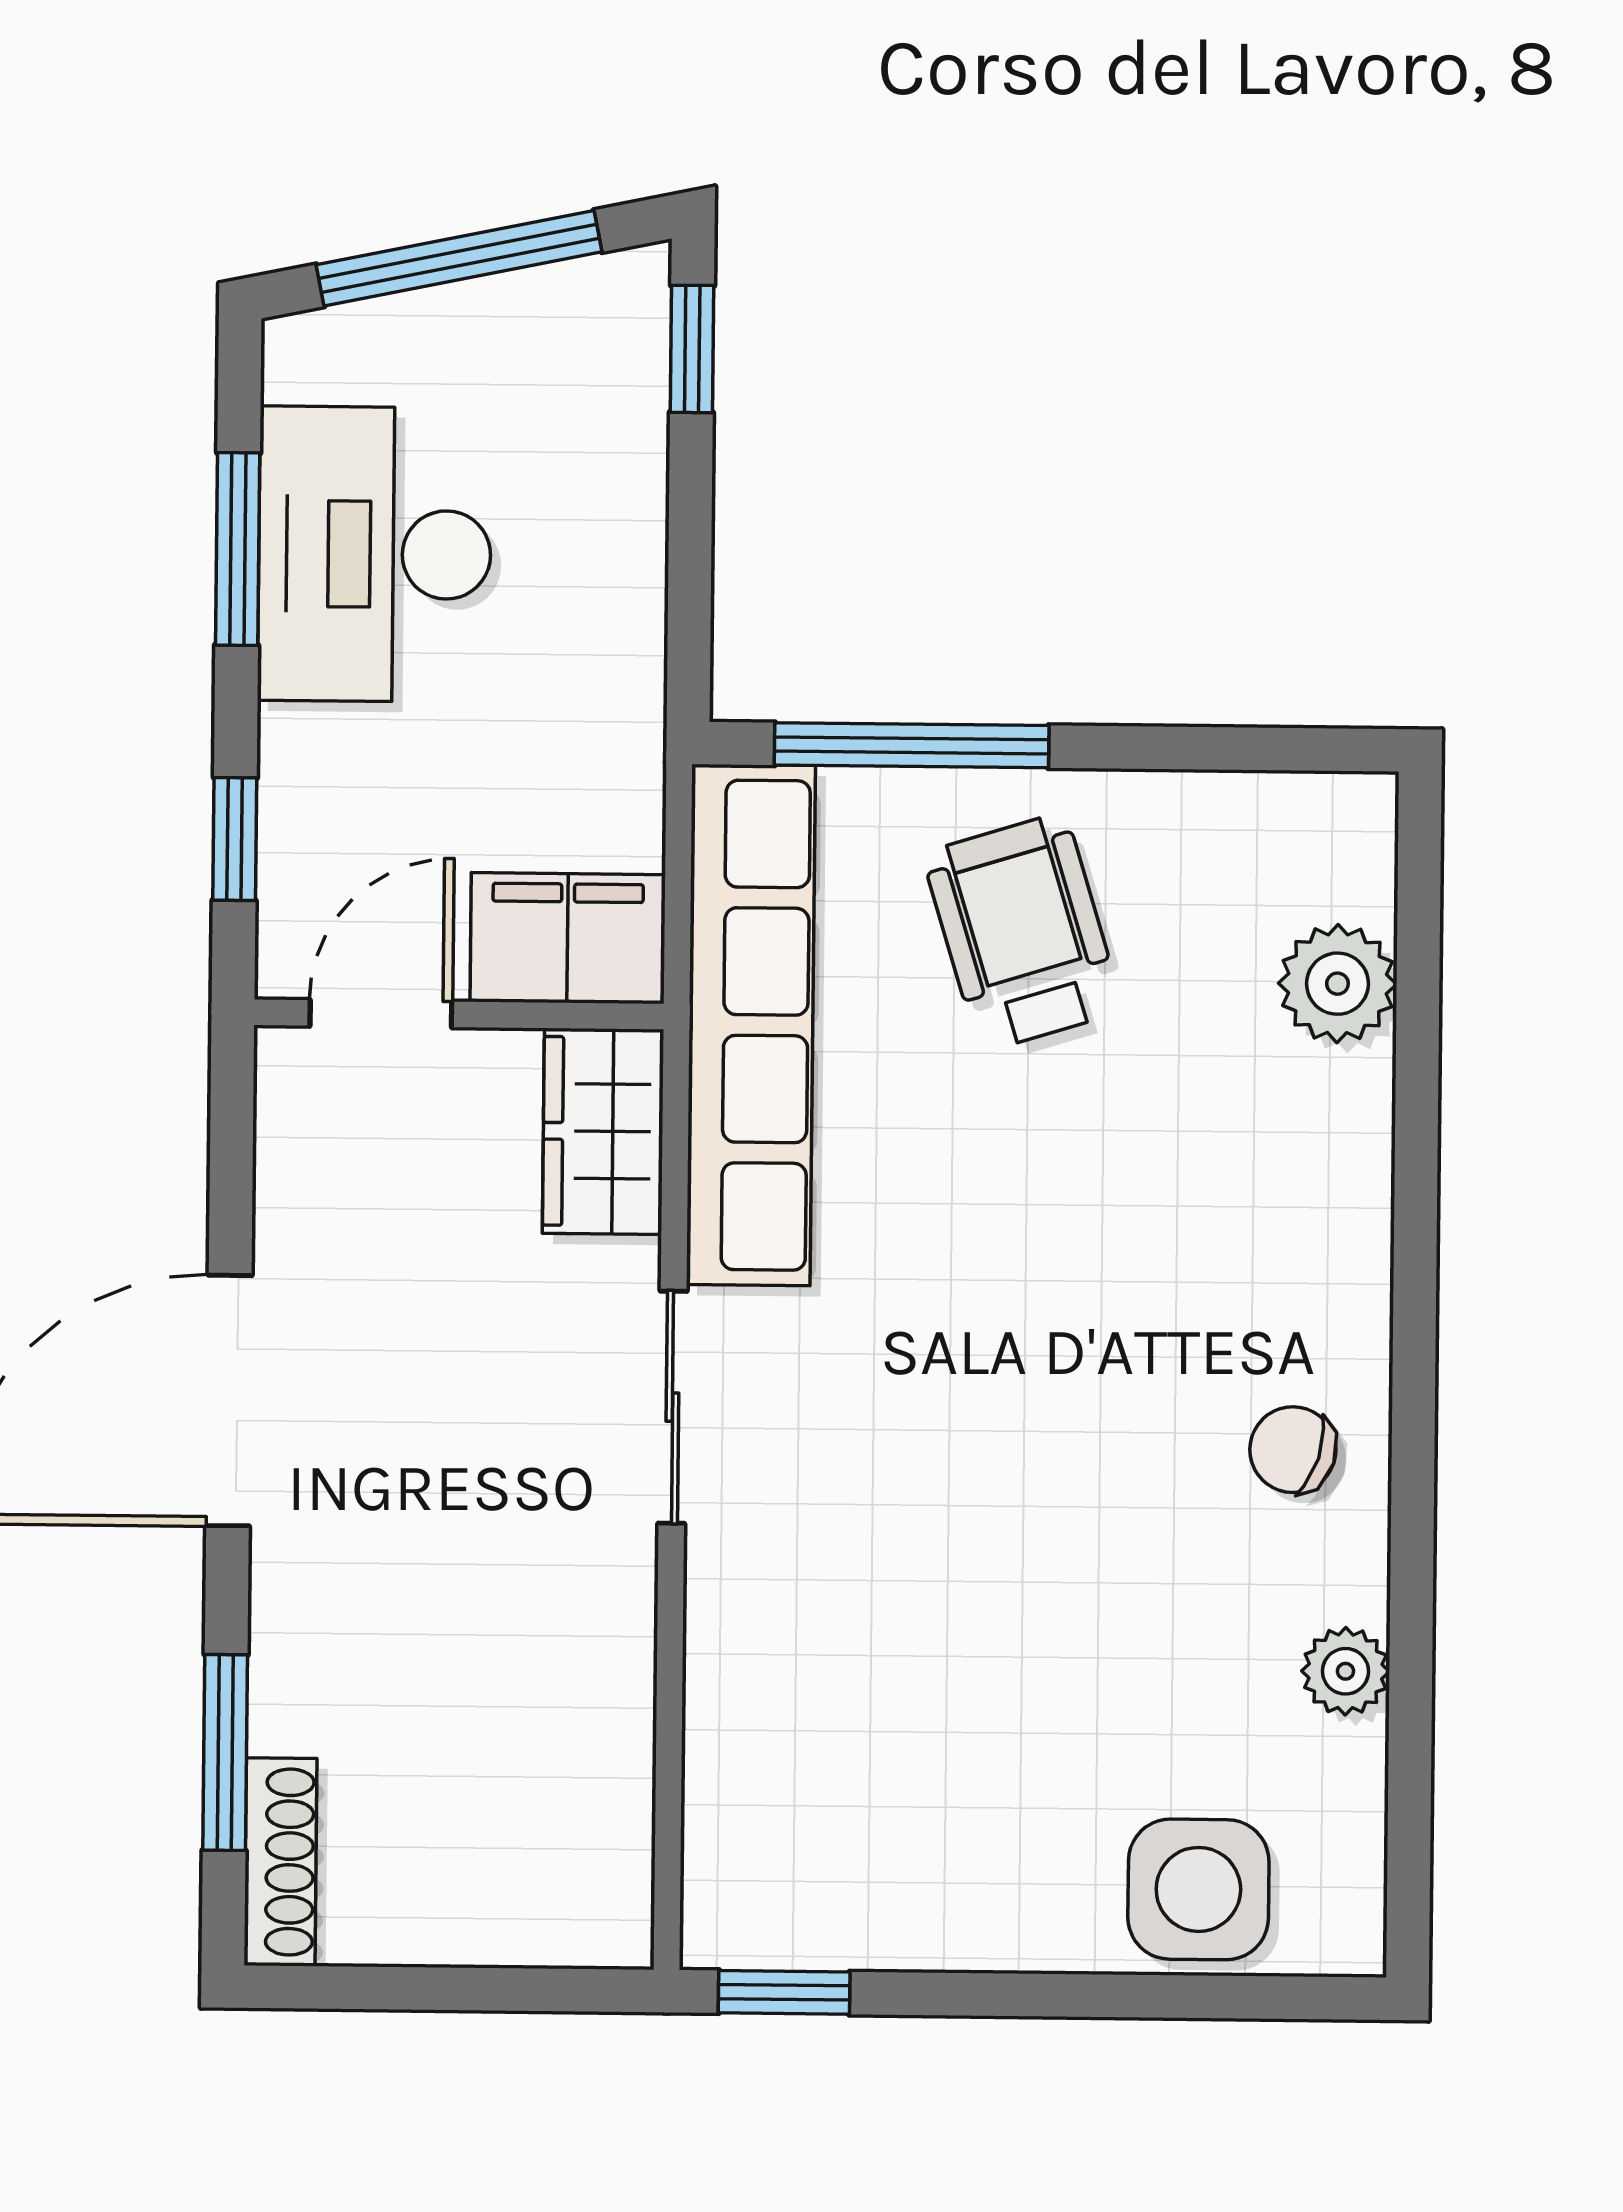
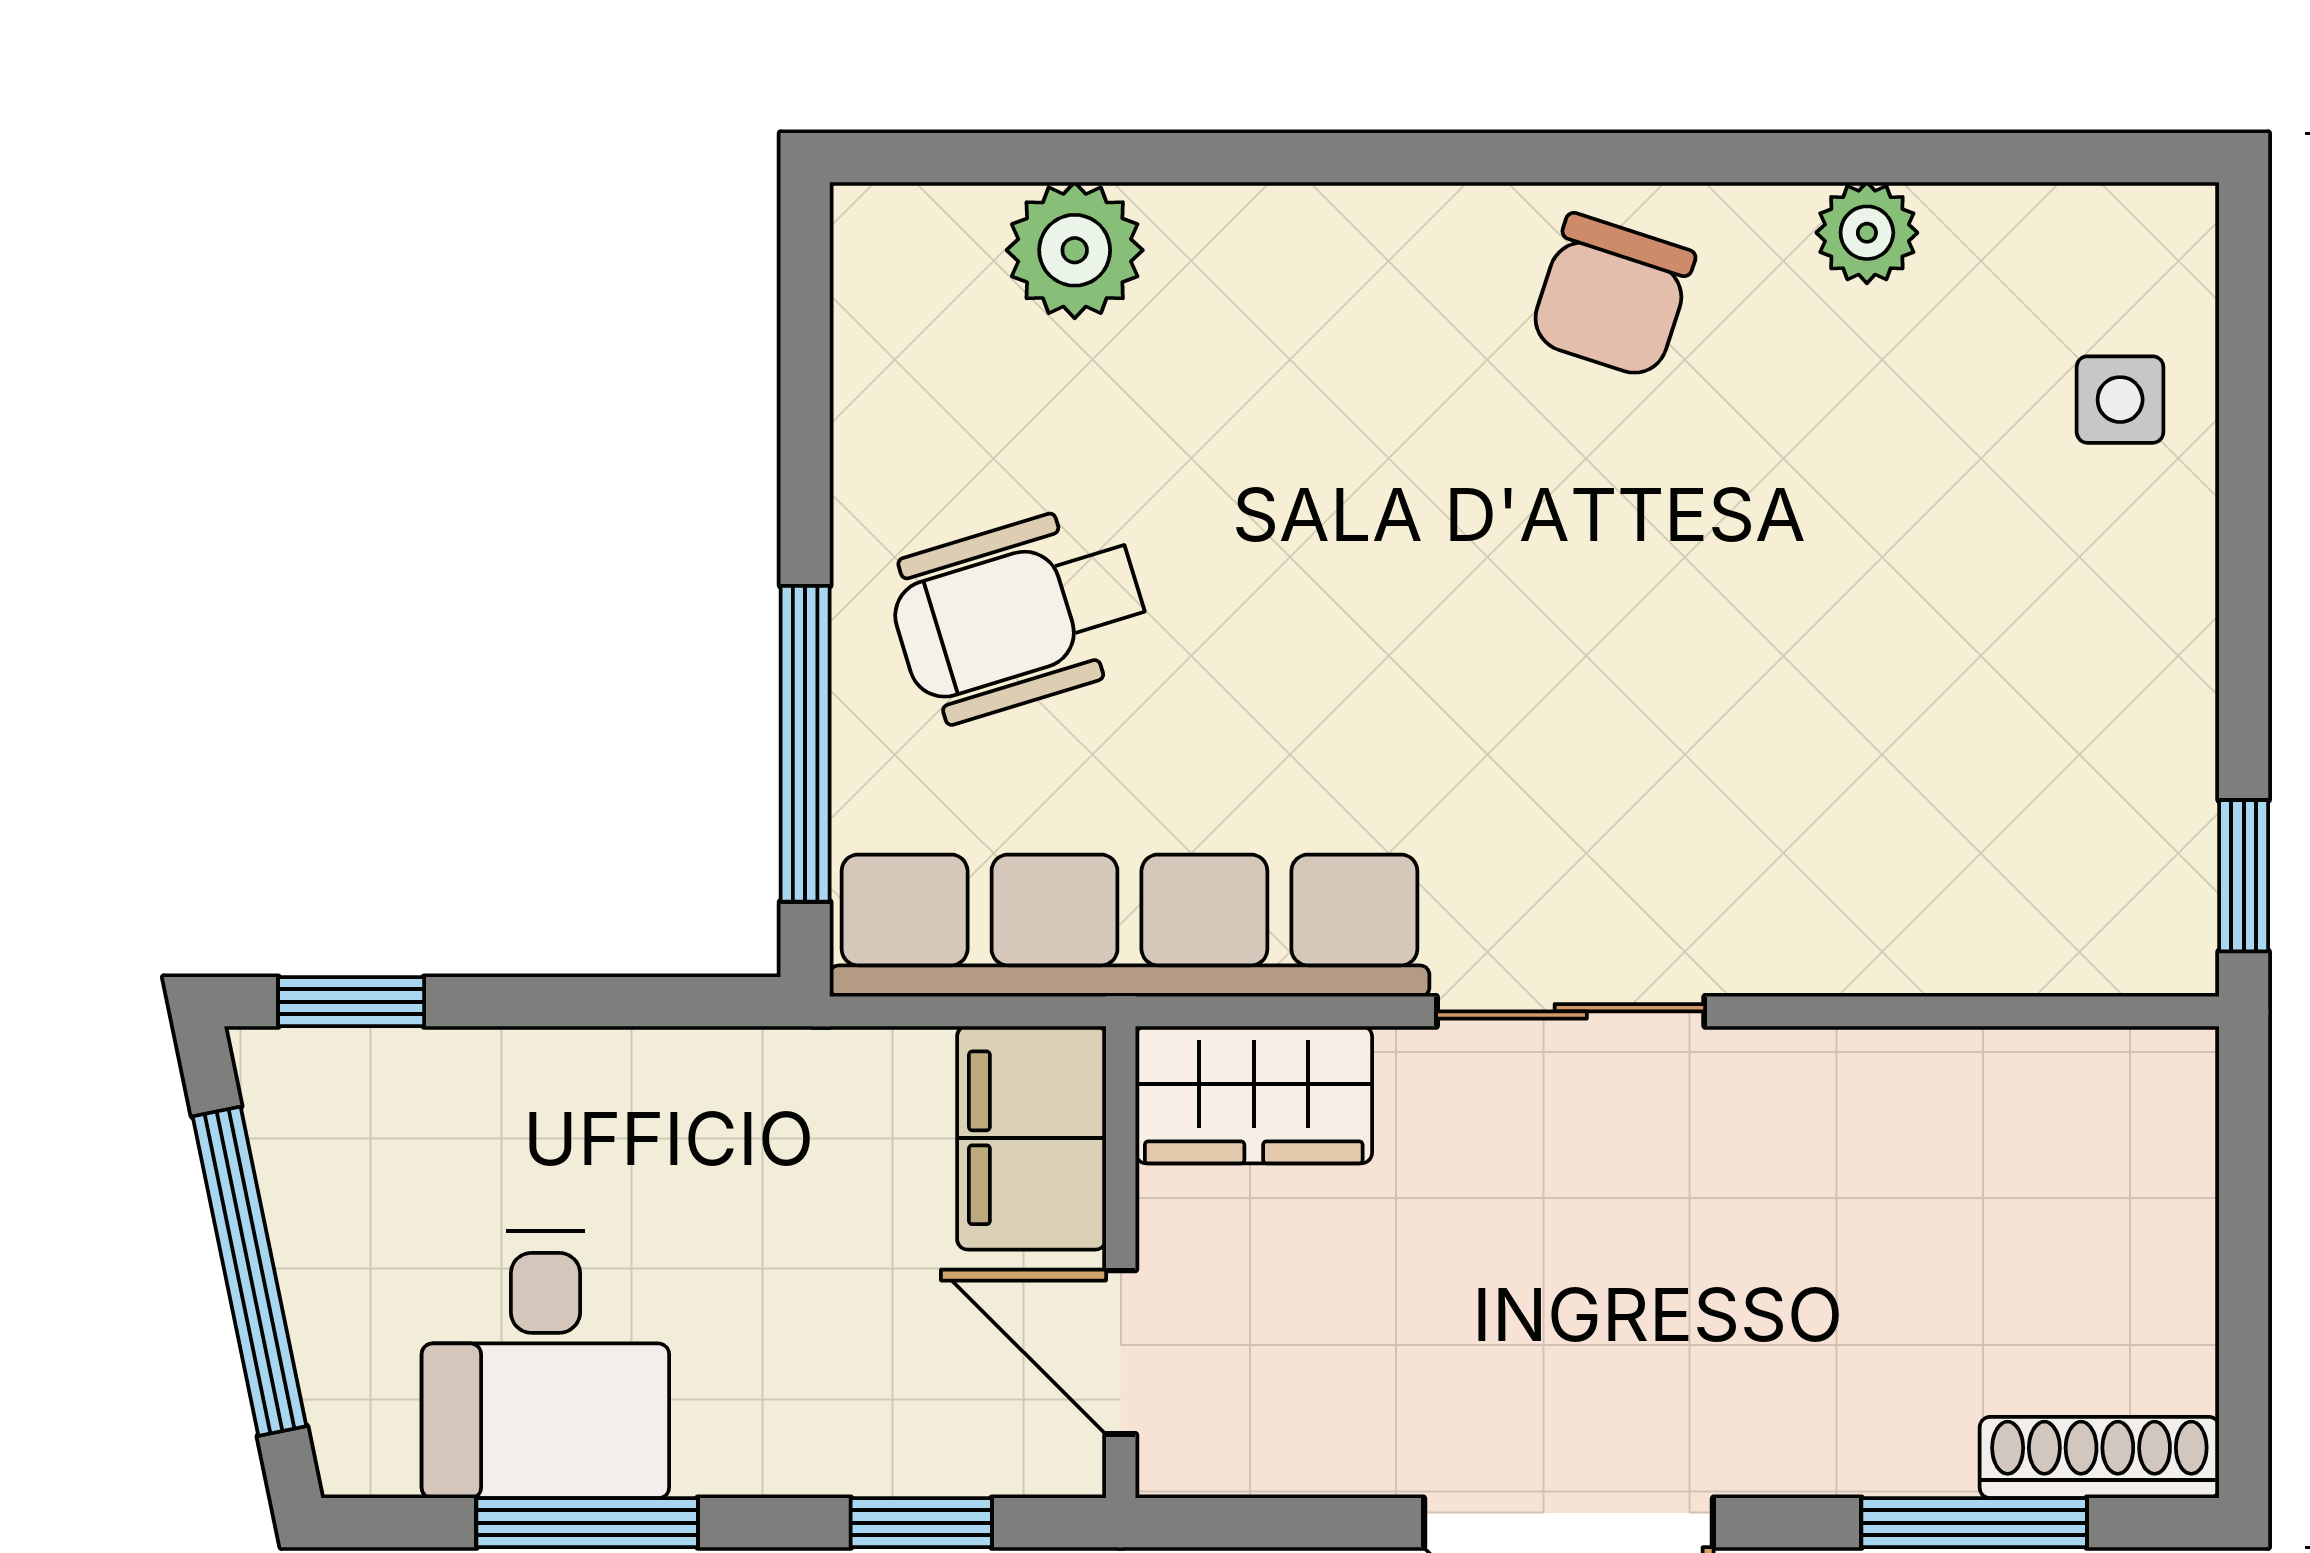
desk: (375, 554) -> (545, 1365), width x0.73
chair: (1293, 1450) -> (1612, 296), width x1.37, depth x1.37
side table: (1198, 1889) -> (2120, 400), width x0.54, depth x0.54

